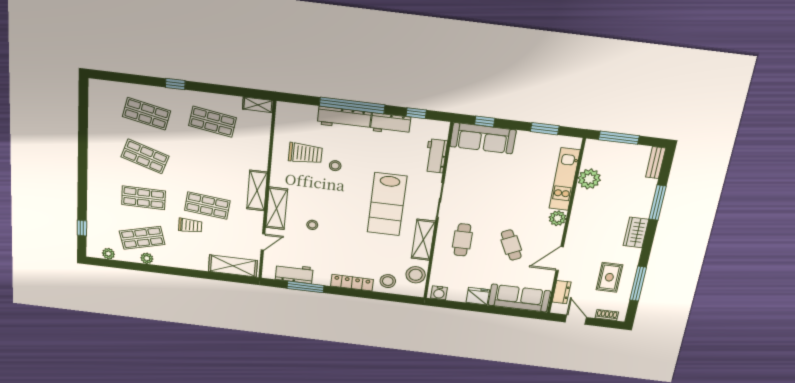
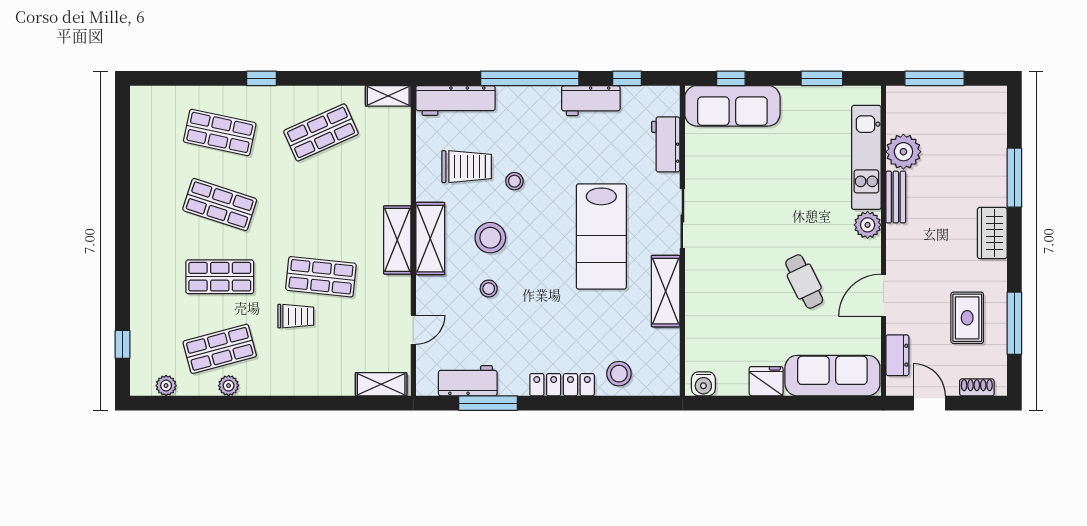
workbench: (344, 118) -> (455, 100), moved
shop shelf: (212, 122) -> (321, 132), turned -33
bench: (656, 163) -> (896, 197), moved
shelving: (277, 208) -> (430, 239), moved
cafe table: (462, 240) -> (727, 283), removed
shelving: (233, 266) -> (381, 384), width x0.67, depth x0.75
stool: (416, 275) -> (490, 238), moved

